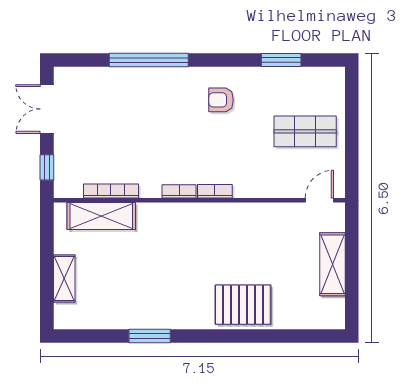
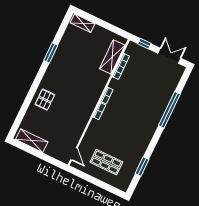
armchair: (221, 100) -> (137, 132), removed
shop shelf: (305, 131) -> (106, 162), turned 90
shelving: (332, 264) -> (32, 141), moved
shelving: (64, 278) -> (83, 23), moved
pallet: (243, 305) -> (45, 100), width x0.67, depth x0.71

